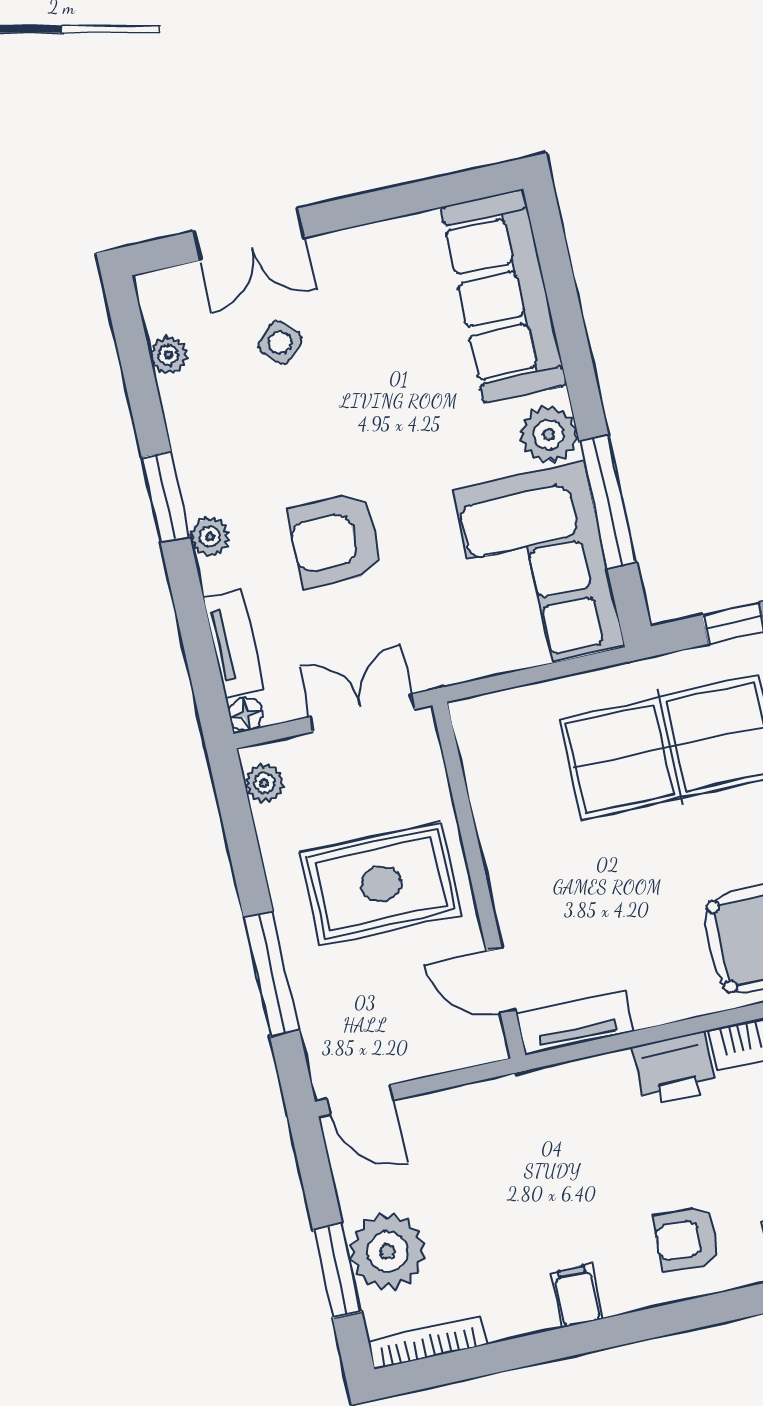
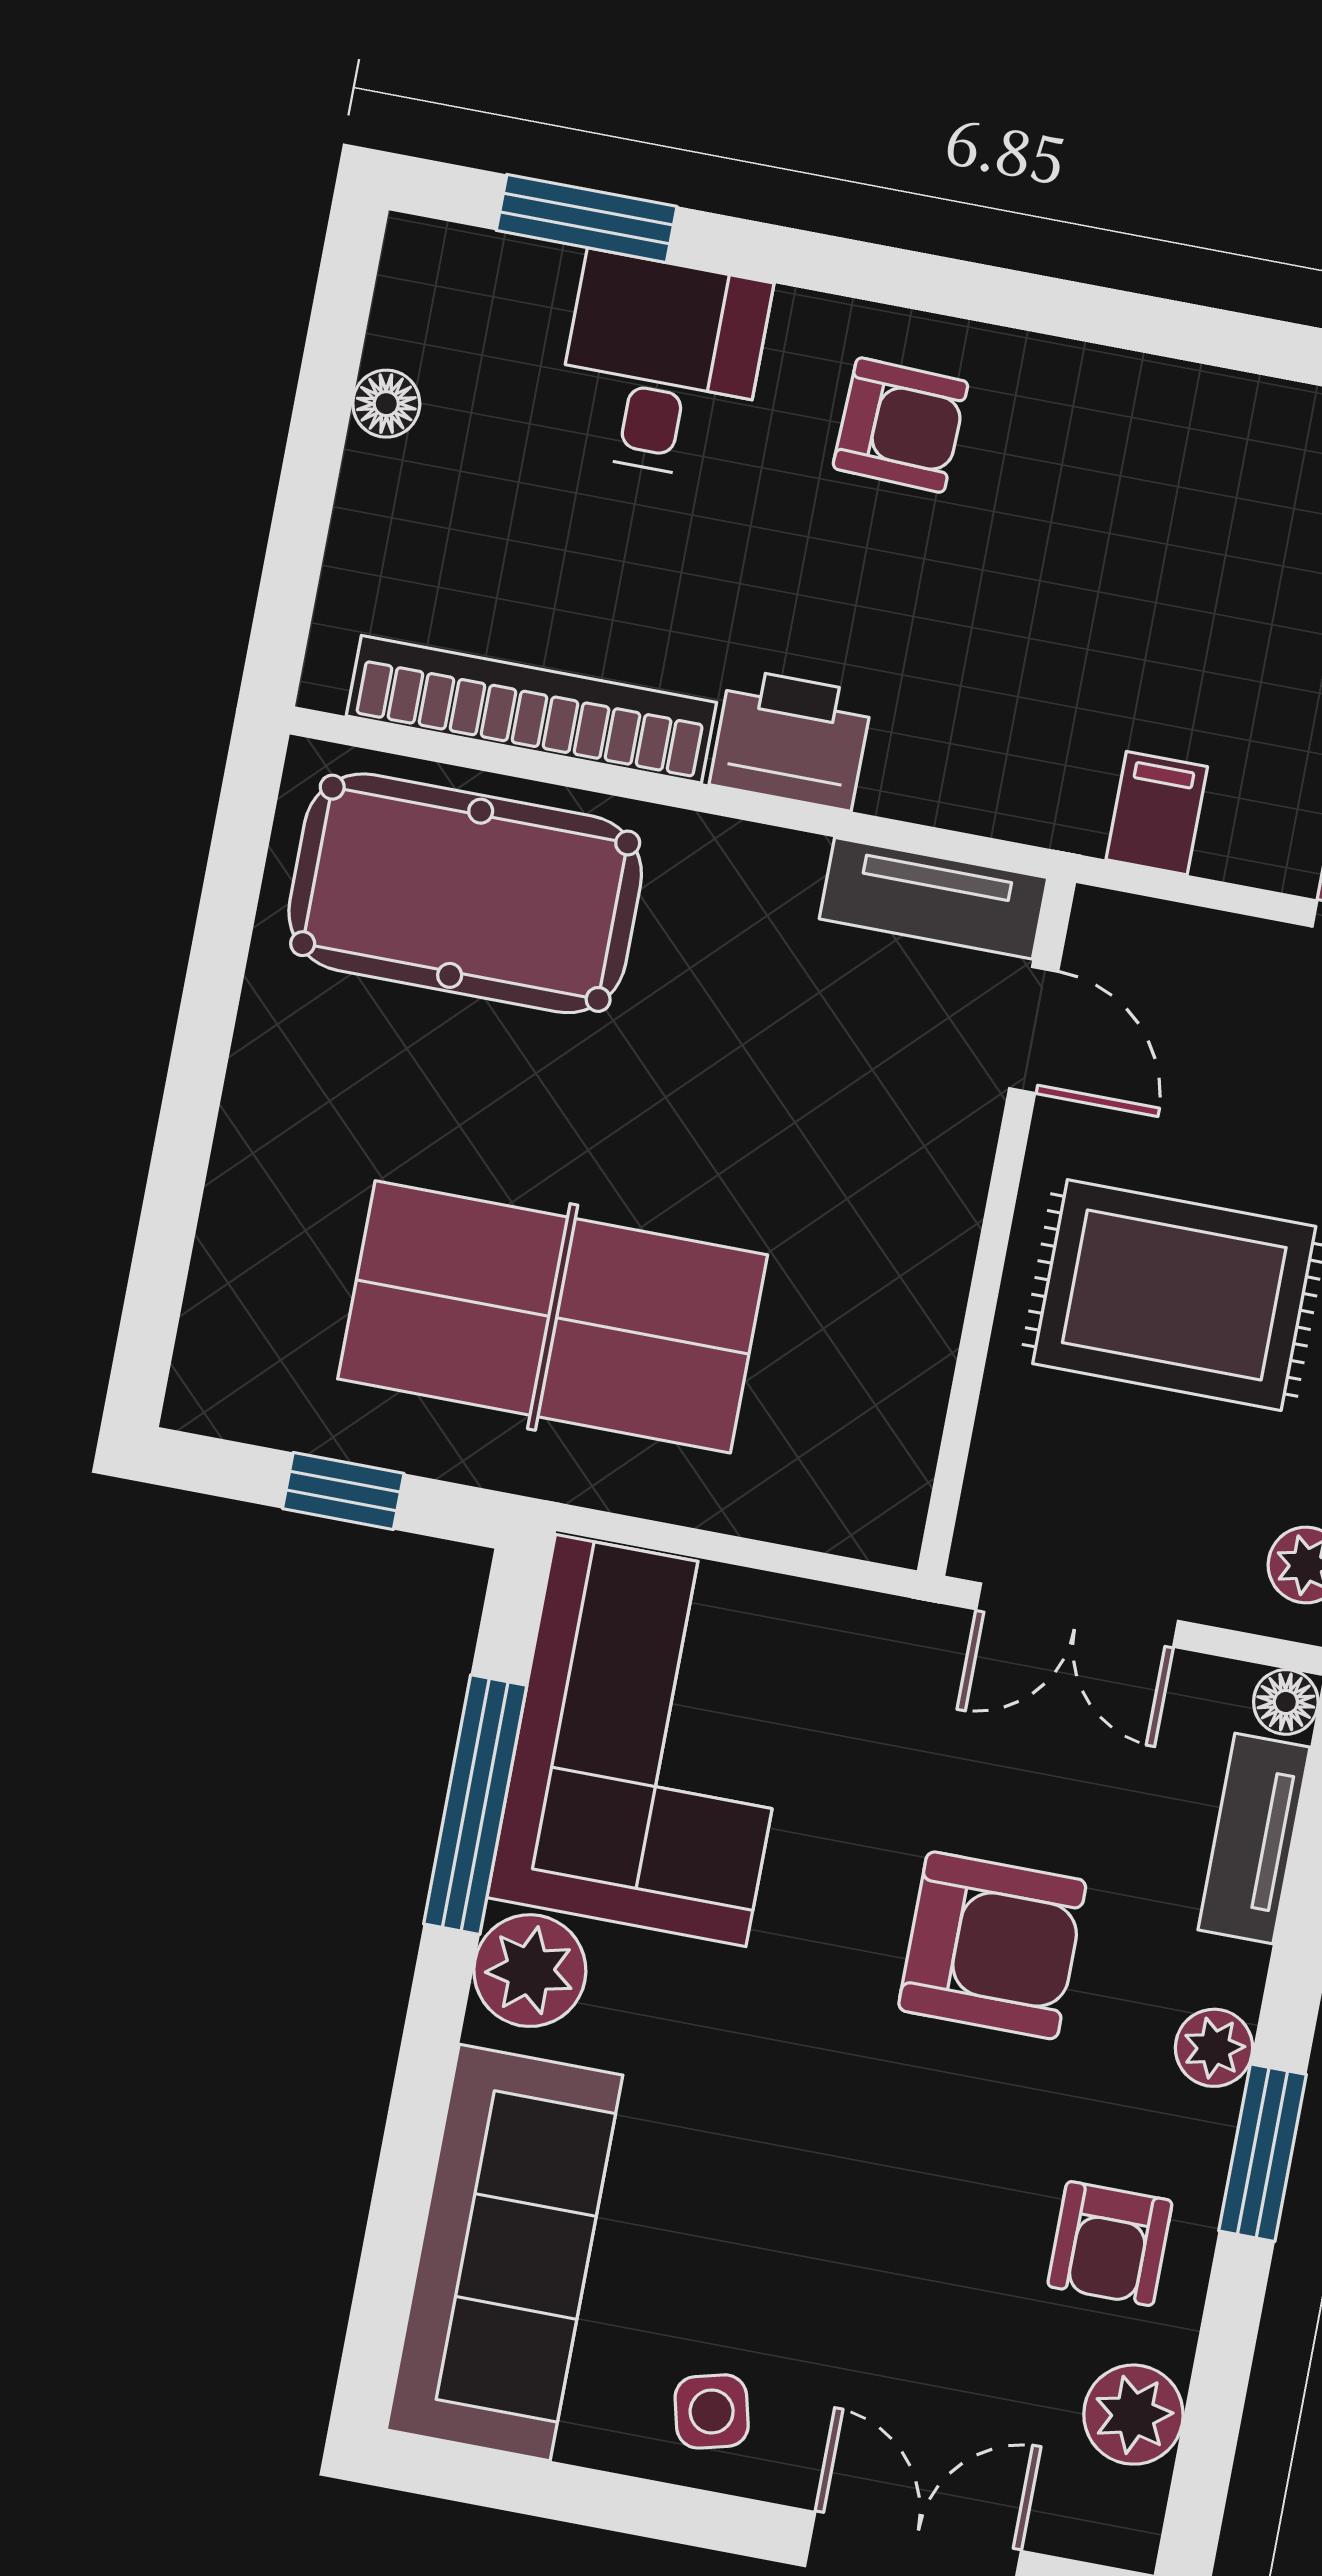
side table: (280, 342) -> (712, 2411), moved, turned 31
plant: (168, 355) -> (1133, 2415), width x1.38, depth x1.38
armchair: (219, 423) -> (1110, 2244), added
filing cabinet: (577, 1296) -> (1157, 813), moved, turned 180

